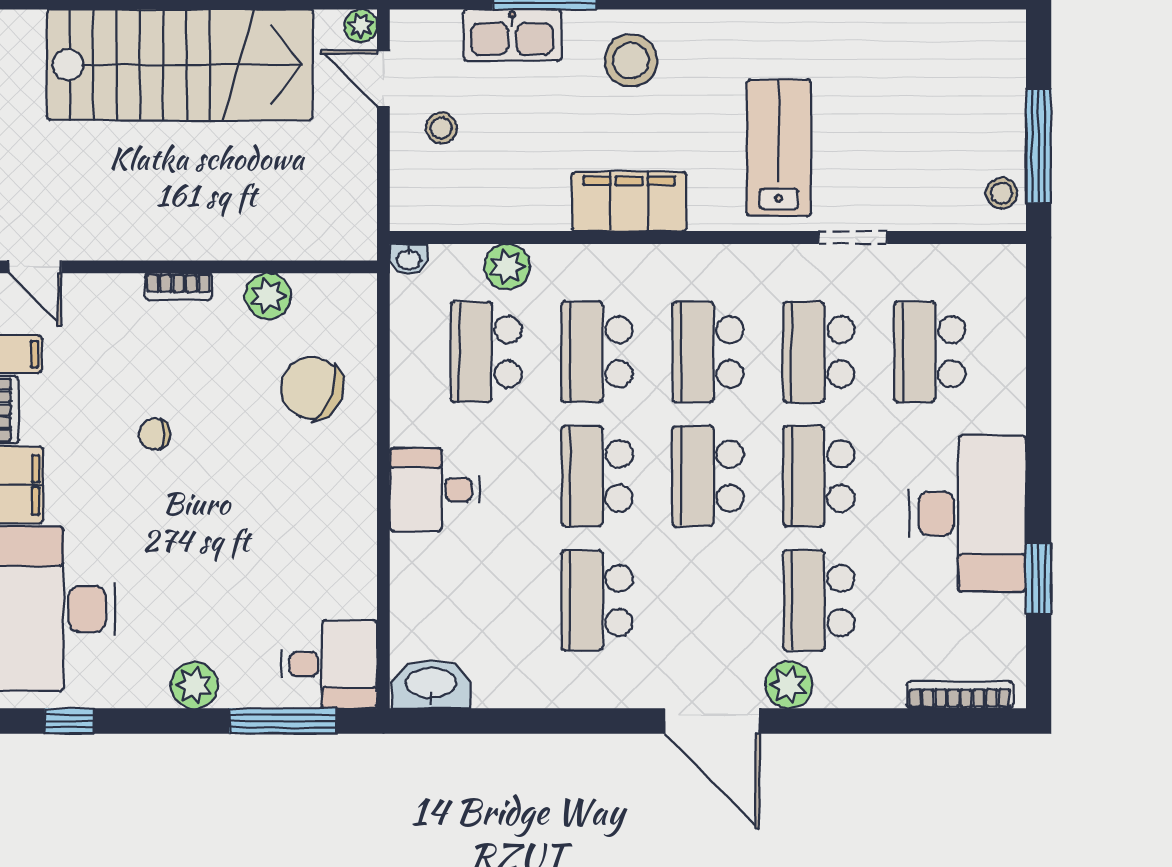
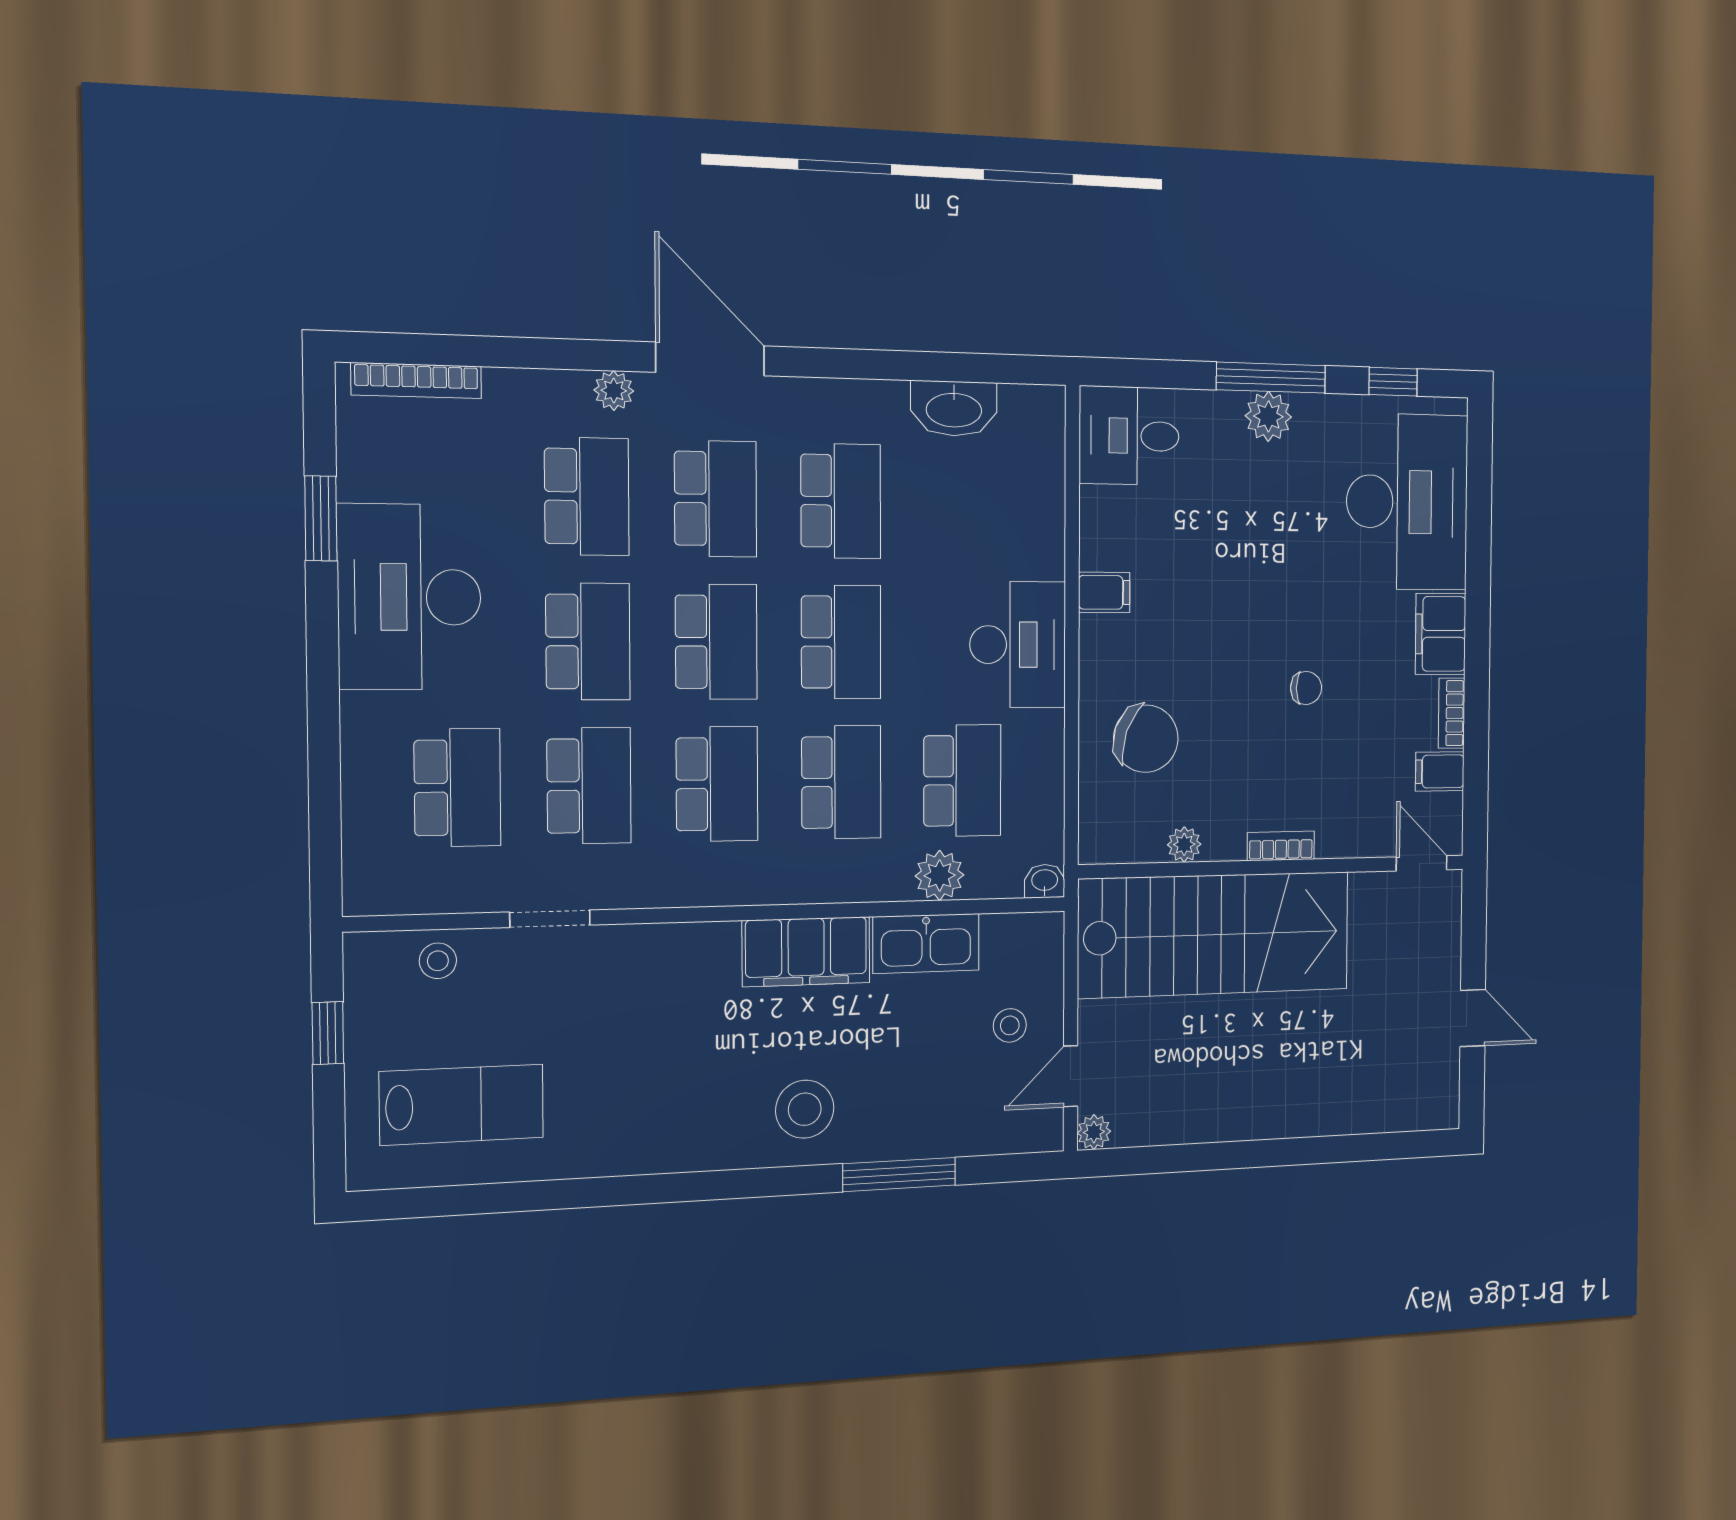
kitchen sink: (512, 35) -> (926, 943), moved, turned 180
stairs: (180, 65) -> (1214, 935), moved, turned 180
door: (383, 79) -> (1071, 1076), swing flipped
window: (1039, 146) -> (328, 1033), width x0.46
lab bench: (779, 148) -> (462, 1105), moved, turned -90
stool: (1002, 193) -> (438, 961), moved
plant: (268, 296) -> (1184, 844), width x0.73, depth x0.73
desk: (434, 490) -> (1018, 645), width x1.37
filing cabinet: (353, 522) -> (1104, 592), added
school desk: (708, 600) -> (716, 499), added
washbasin: (431, 684) -> (954, 409), moved
plant: (789, 685) -> (614, 391), width x0.73, depth x0.73
window: (283, 721) -> (1271, 378), moved

